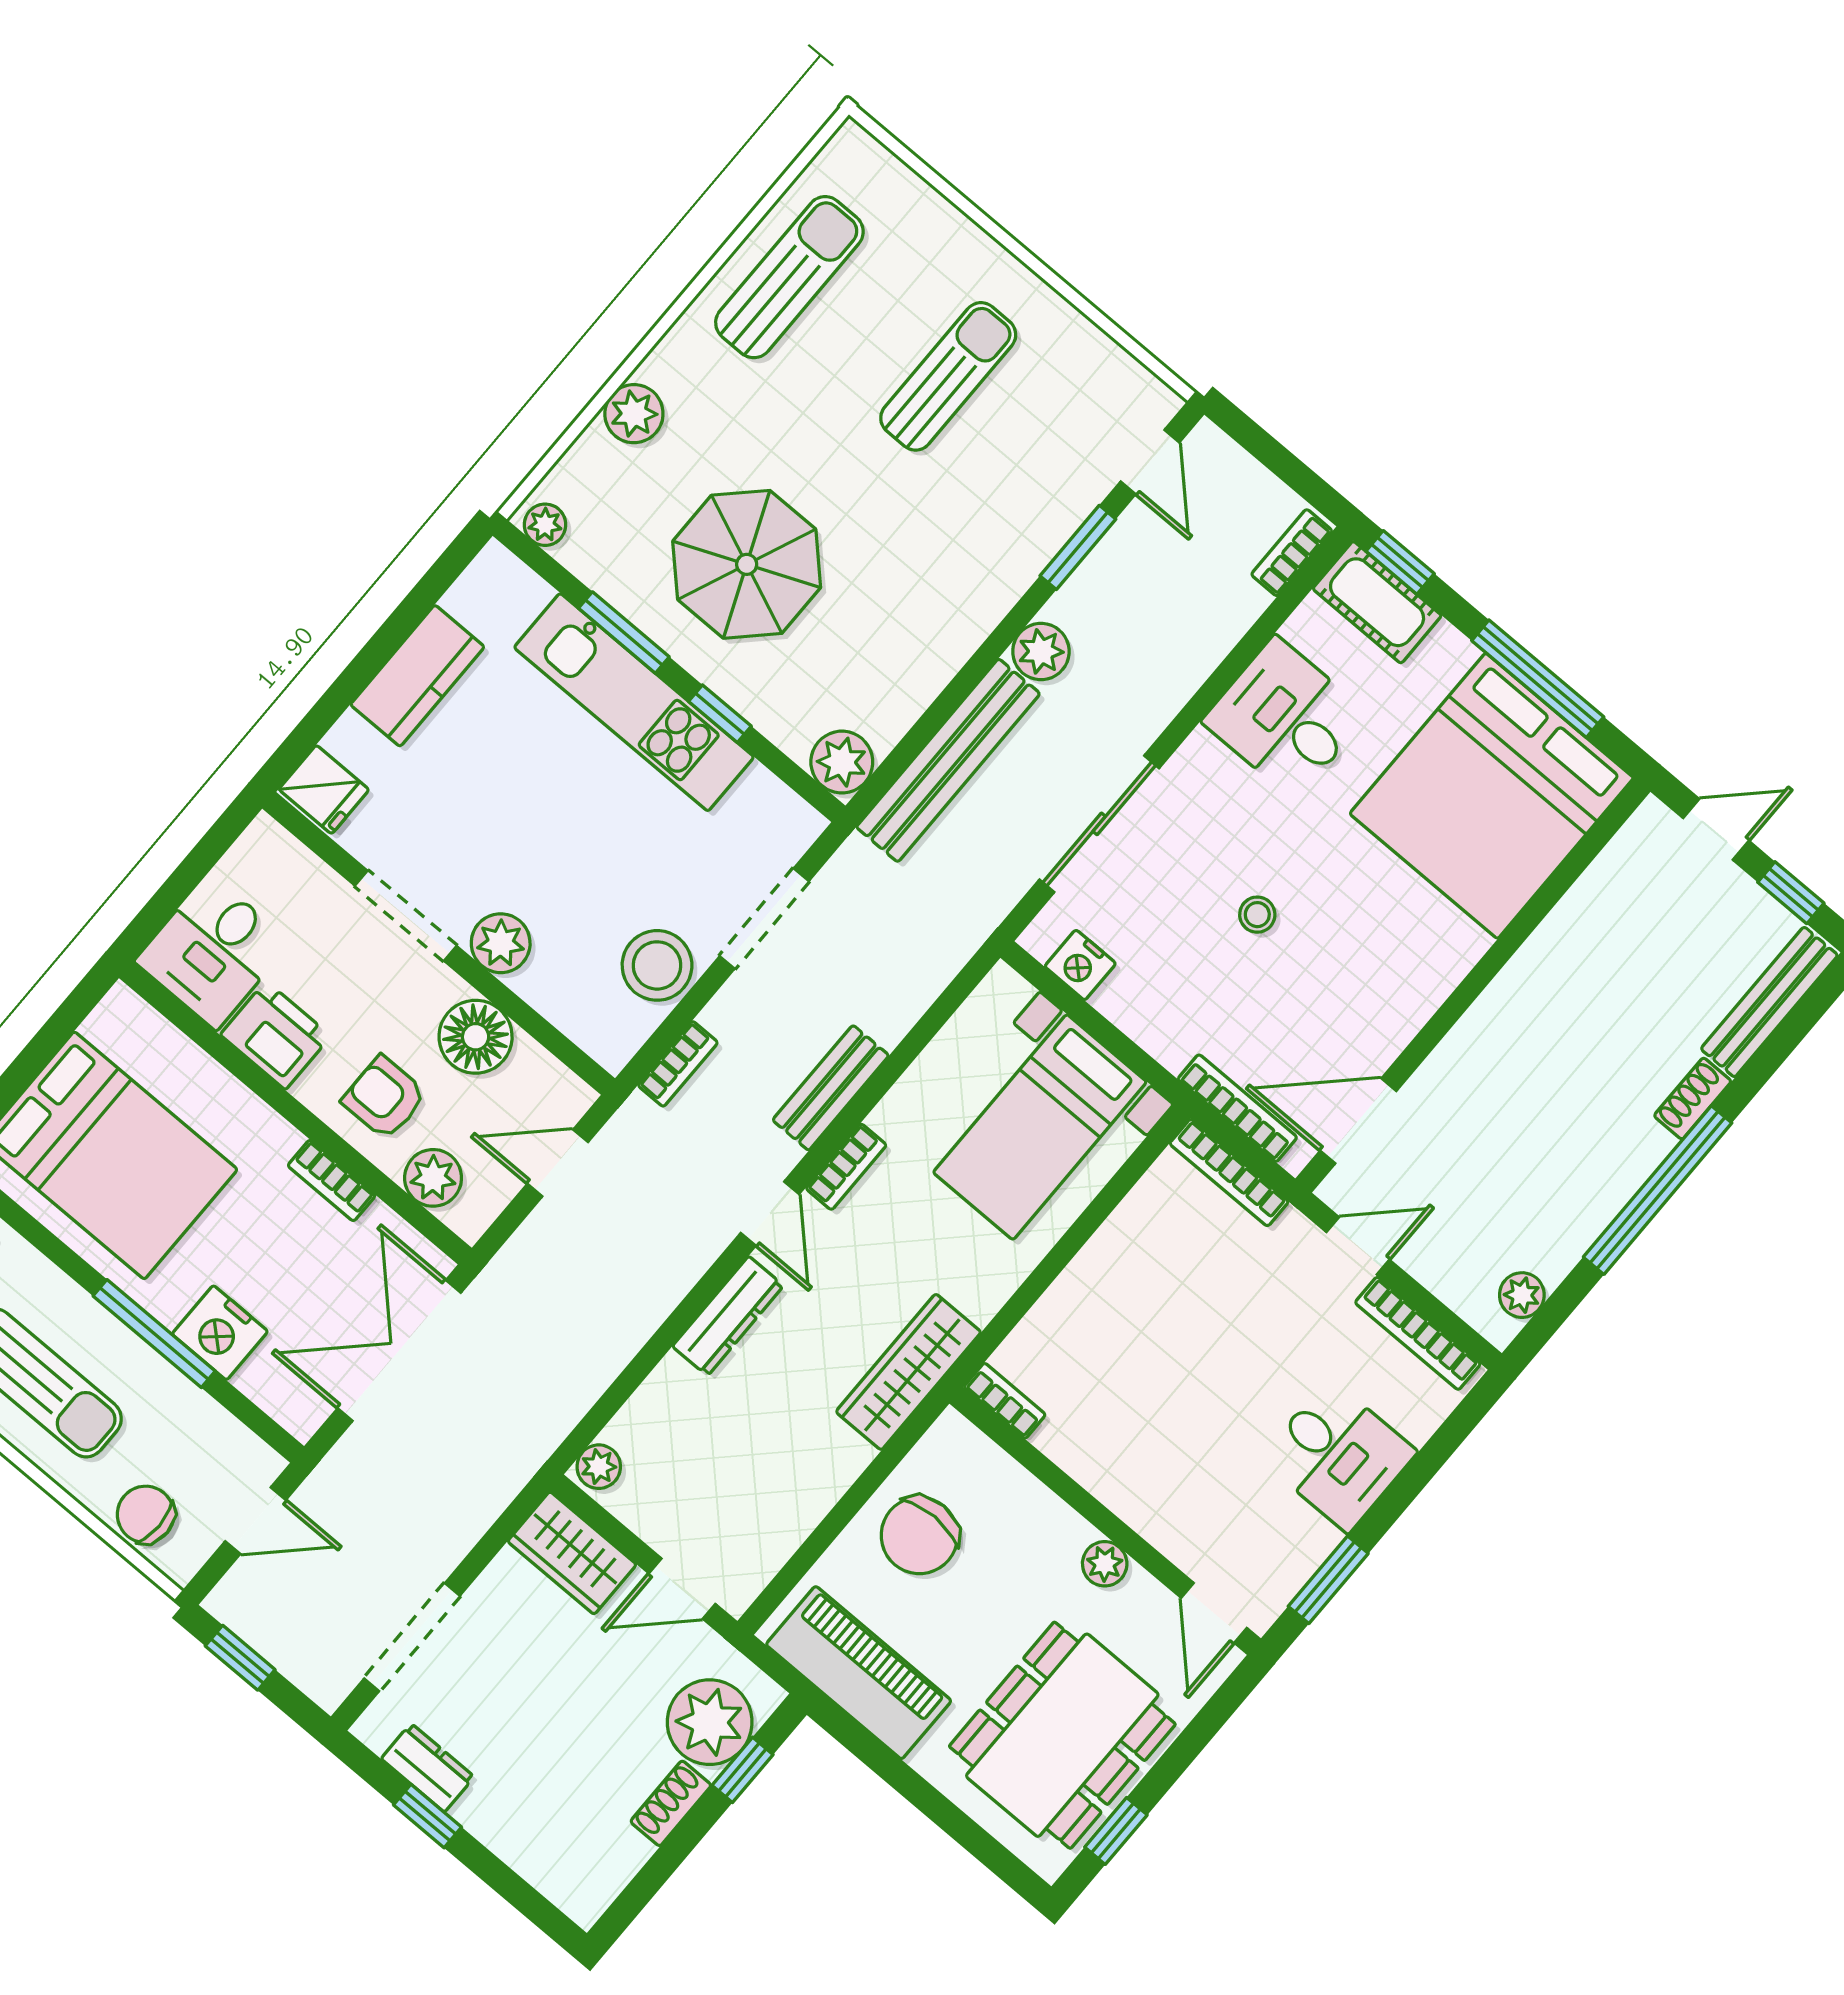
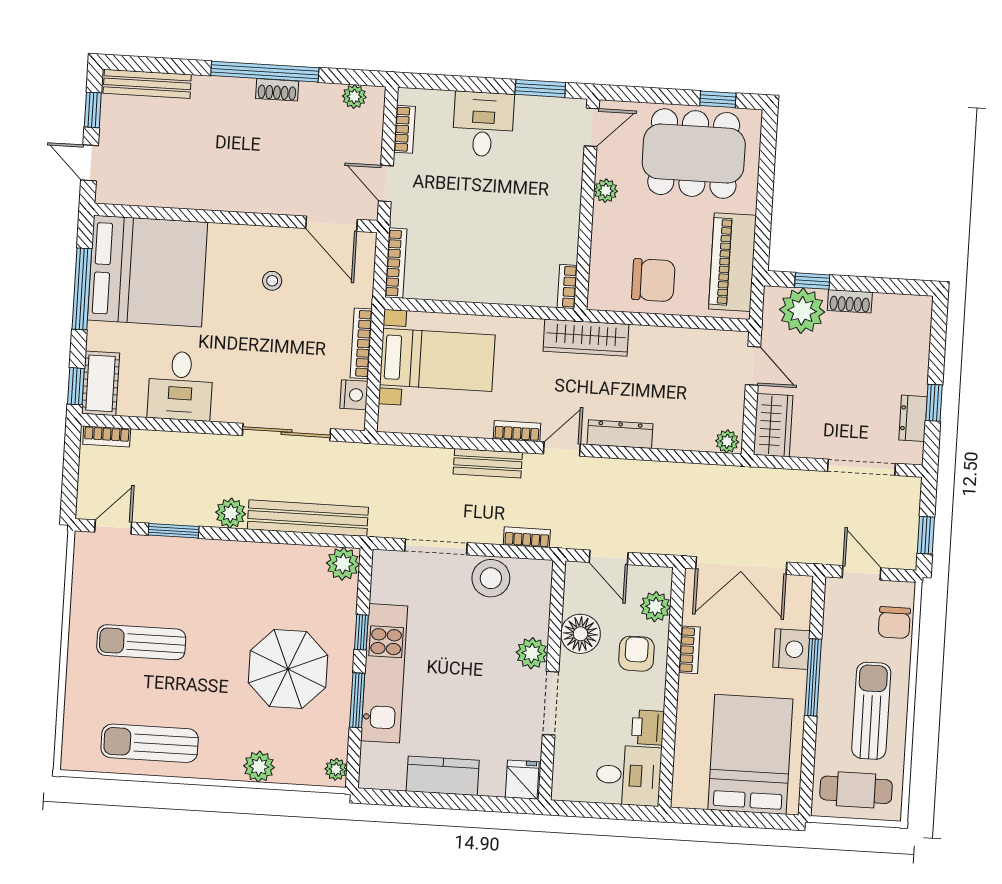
stool: (1257, 915) -> (272, 281), moved
printer: (276, 1035) -> (648, 727), width x0.73, depth x0.81
armchair: (384, 1098) -> (636, 654), turned 180
shoe rack: (1693, 1098) -> (277, 90), moved
bookcase: (1237, 1108) -> (361, 343), moved
bookcase: (1418, 1333) -> (405, 129), width x0.64

